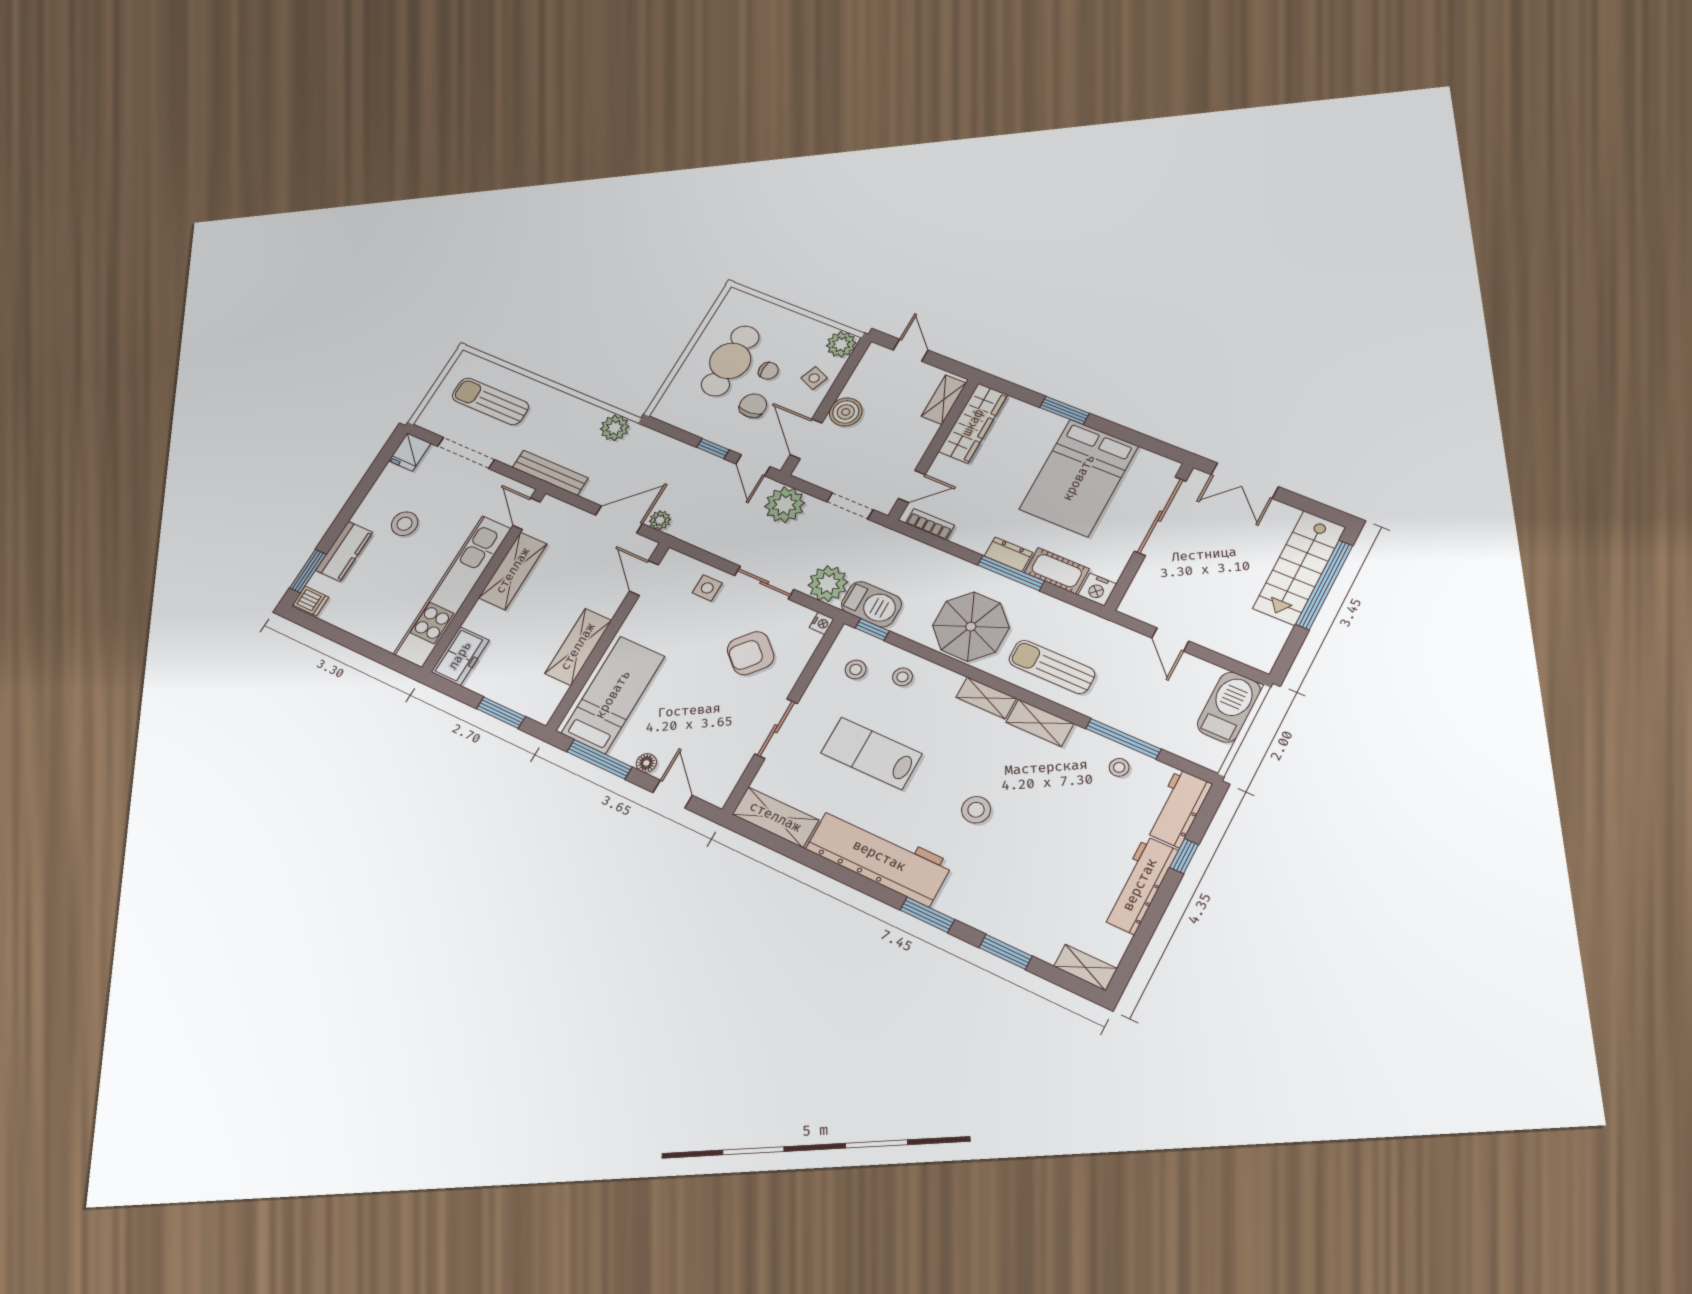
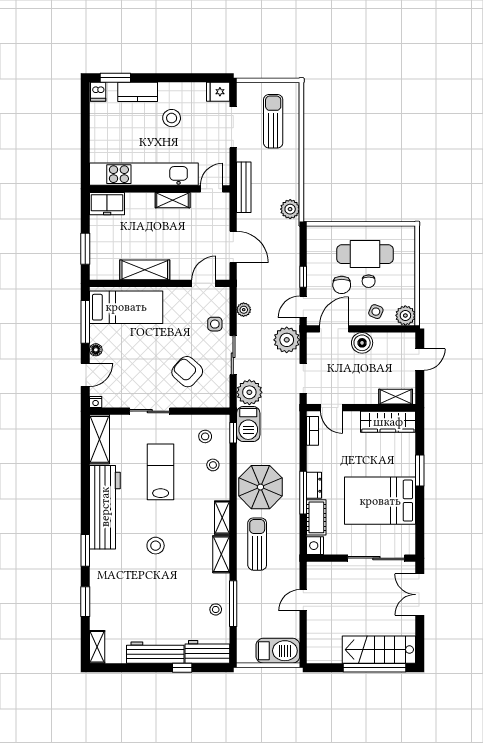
chair: (753, 406) -> (342, 285), turned 94
plant: (660, 520) -> (244, 310), moved
shelving: (513, 571) -> (173, 200), width x0.67, depth x0.75
nightstand: (822, 623) -> (96, 402), moved

